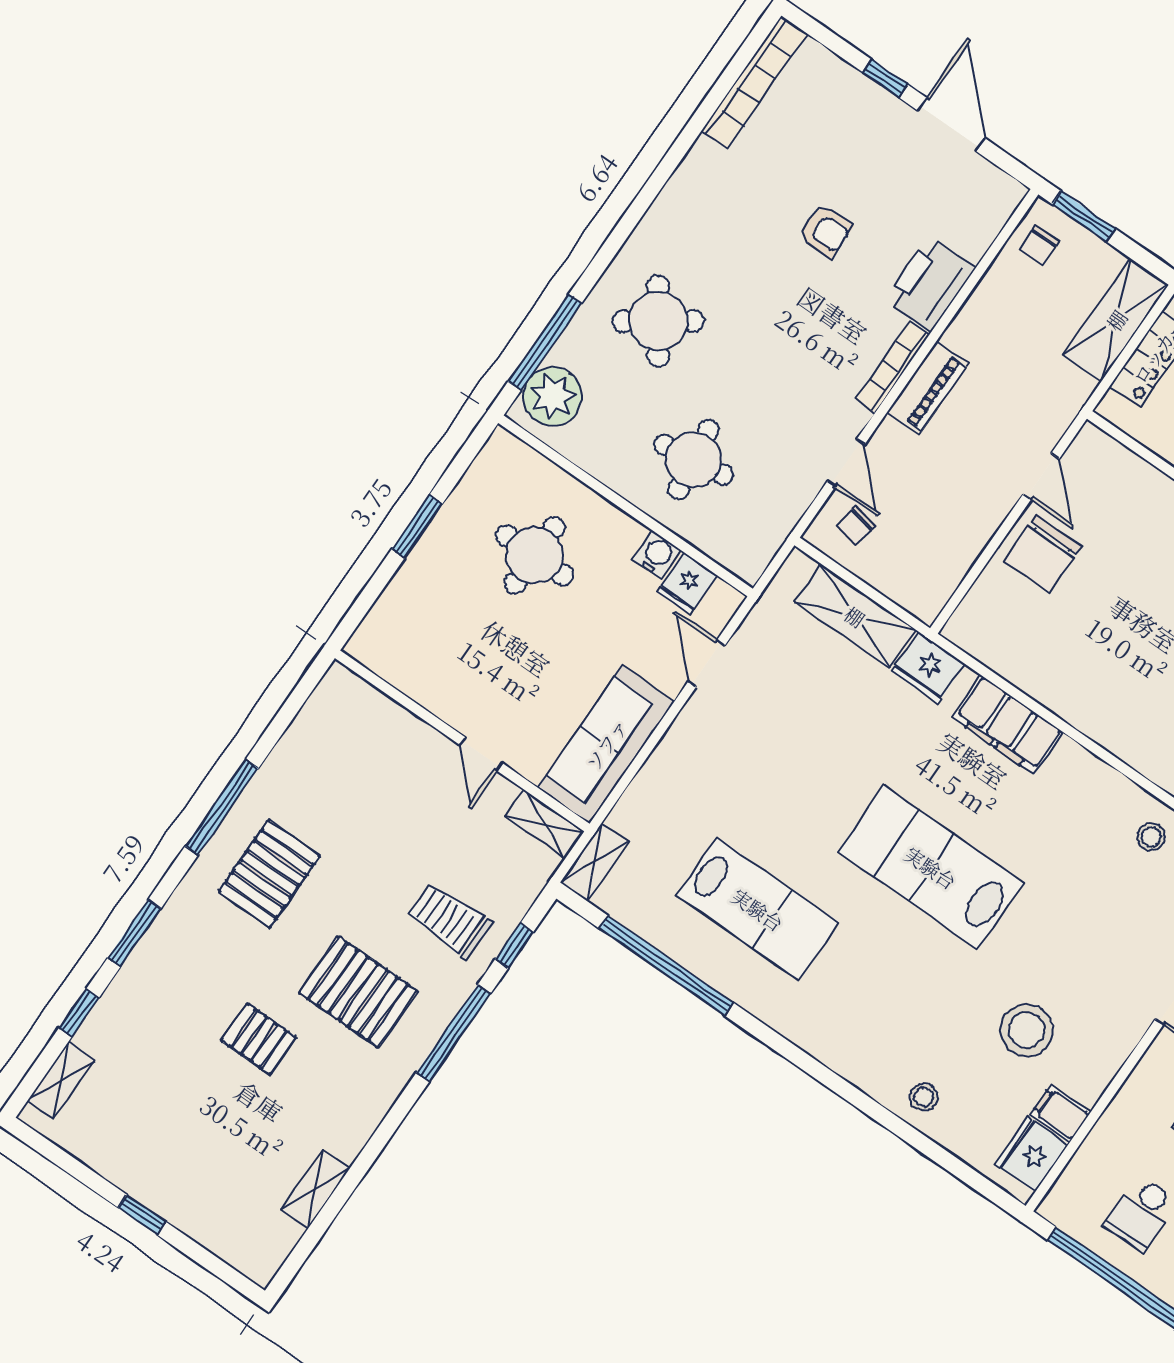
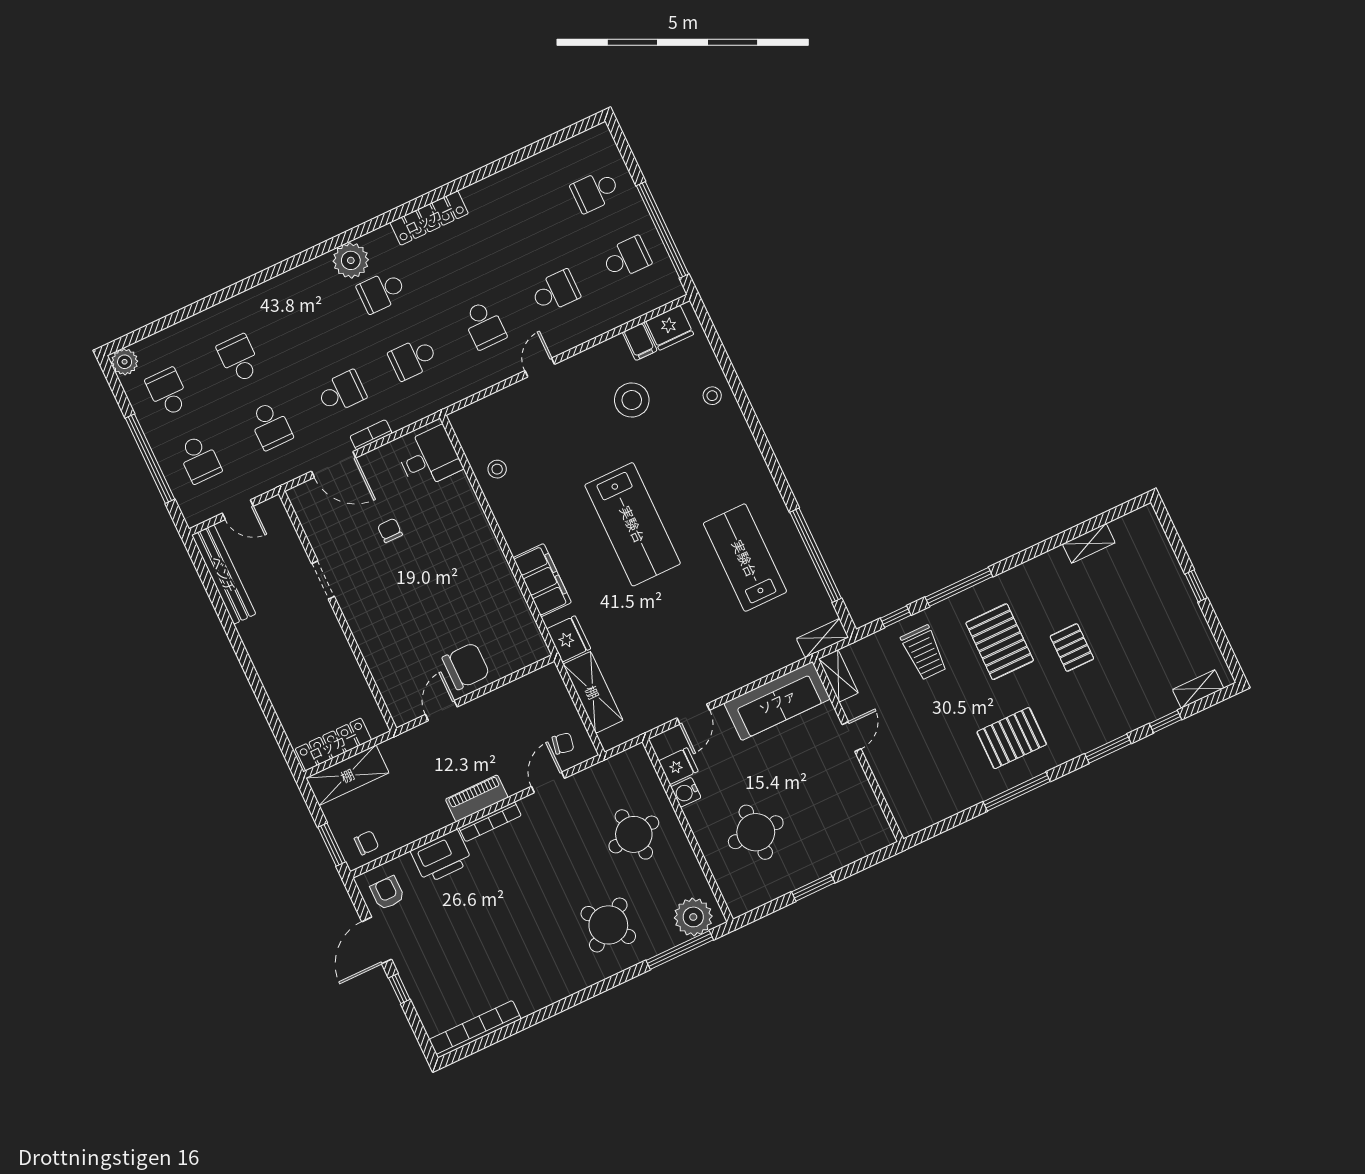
armchair: (826, 231) -> (387, 893), moved

